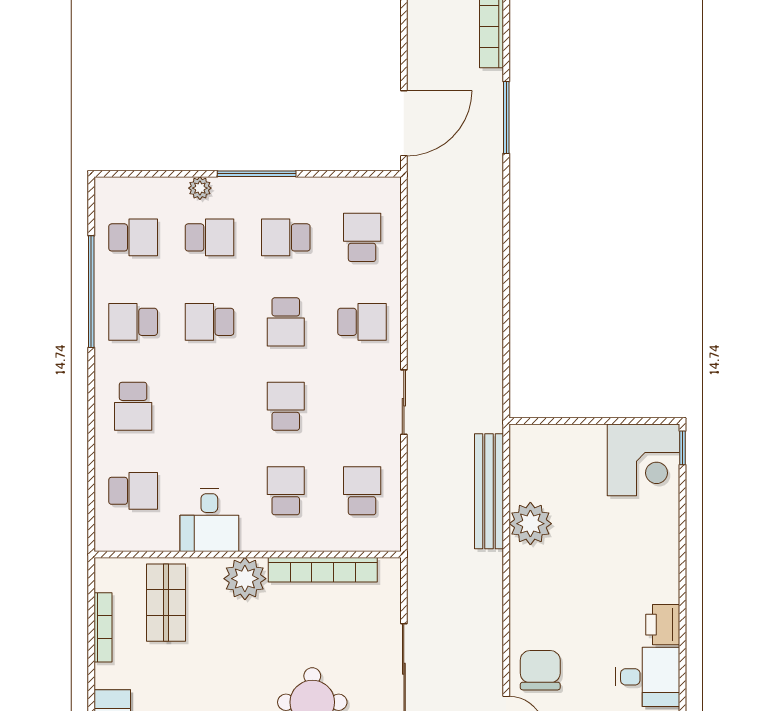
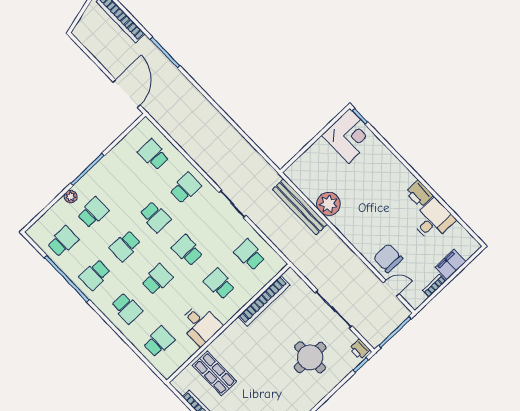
school desk: (286, 237) -> (157, 279), moved, turned 180
plant: (245, 579) -> (236, 334), removed

